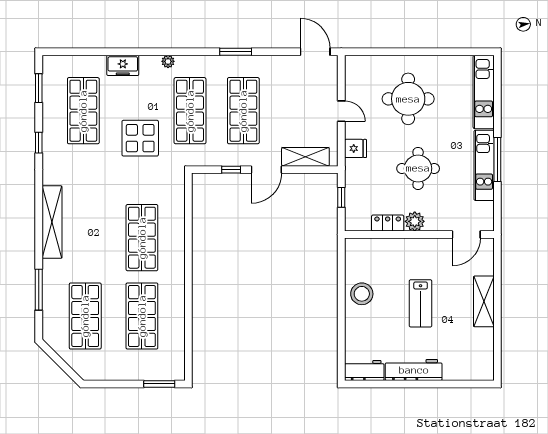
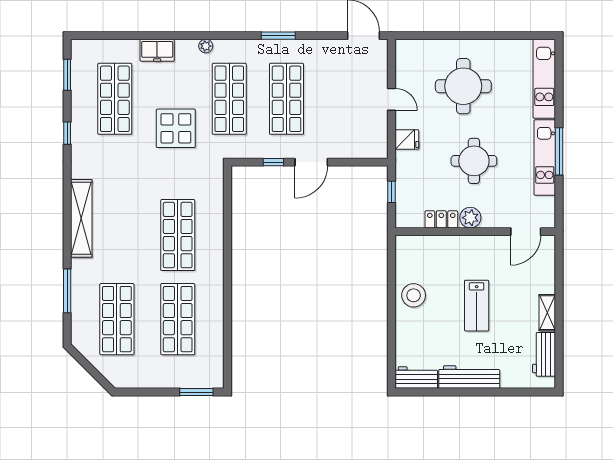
shelving: (305, 157) -> (353, 148), removed
shelving: (484, 301) -> (547, 313), width x0.67, depth x0.75
workbench: (483, 349) -> (544, 354), added

